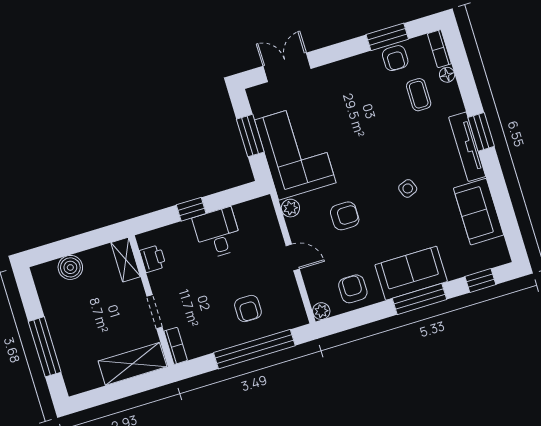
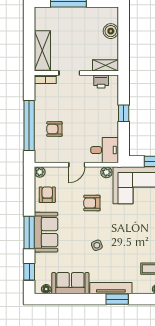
armchair: (345, 216) -> (92, 203), turned 90
desk: (218, 233) -> (105, 150), moved
floor lamp: (499, 246) -> (46, 289), added
armchair: (353, 289) -> (47, 195), turned -90

